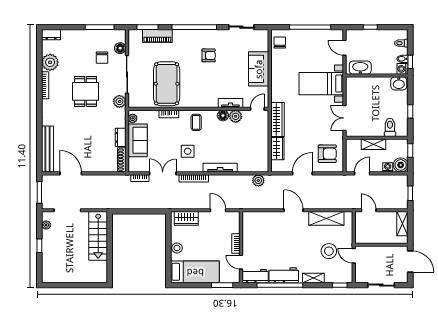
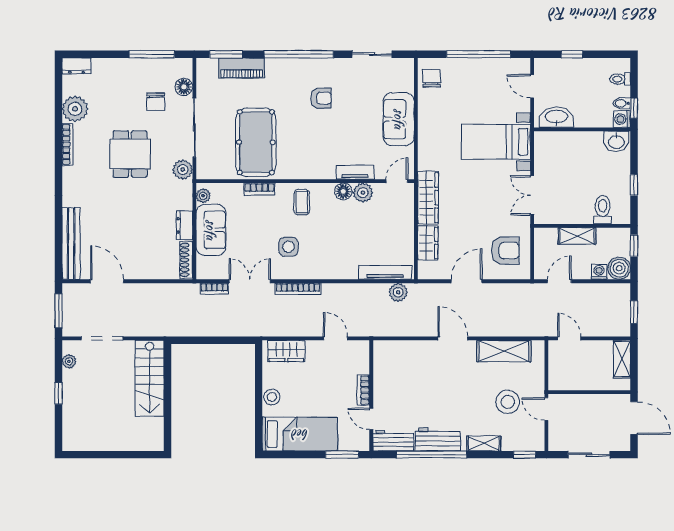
tv unit: (220, 168) -> (385, 272), moved

